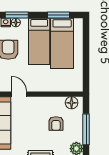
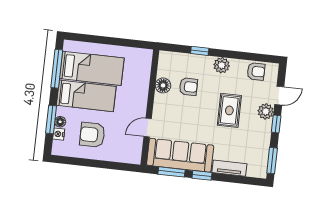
window: (59, 15) -> (57, 69), width x1.44
floor lamp: (72, 103) -> (163, 85), moved
window: (86, 129) -> (200, 51), width x0.46

